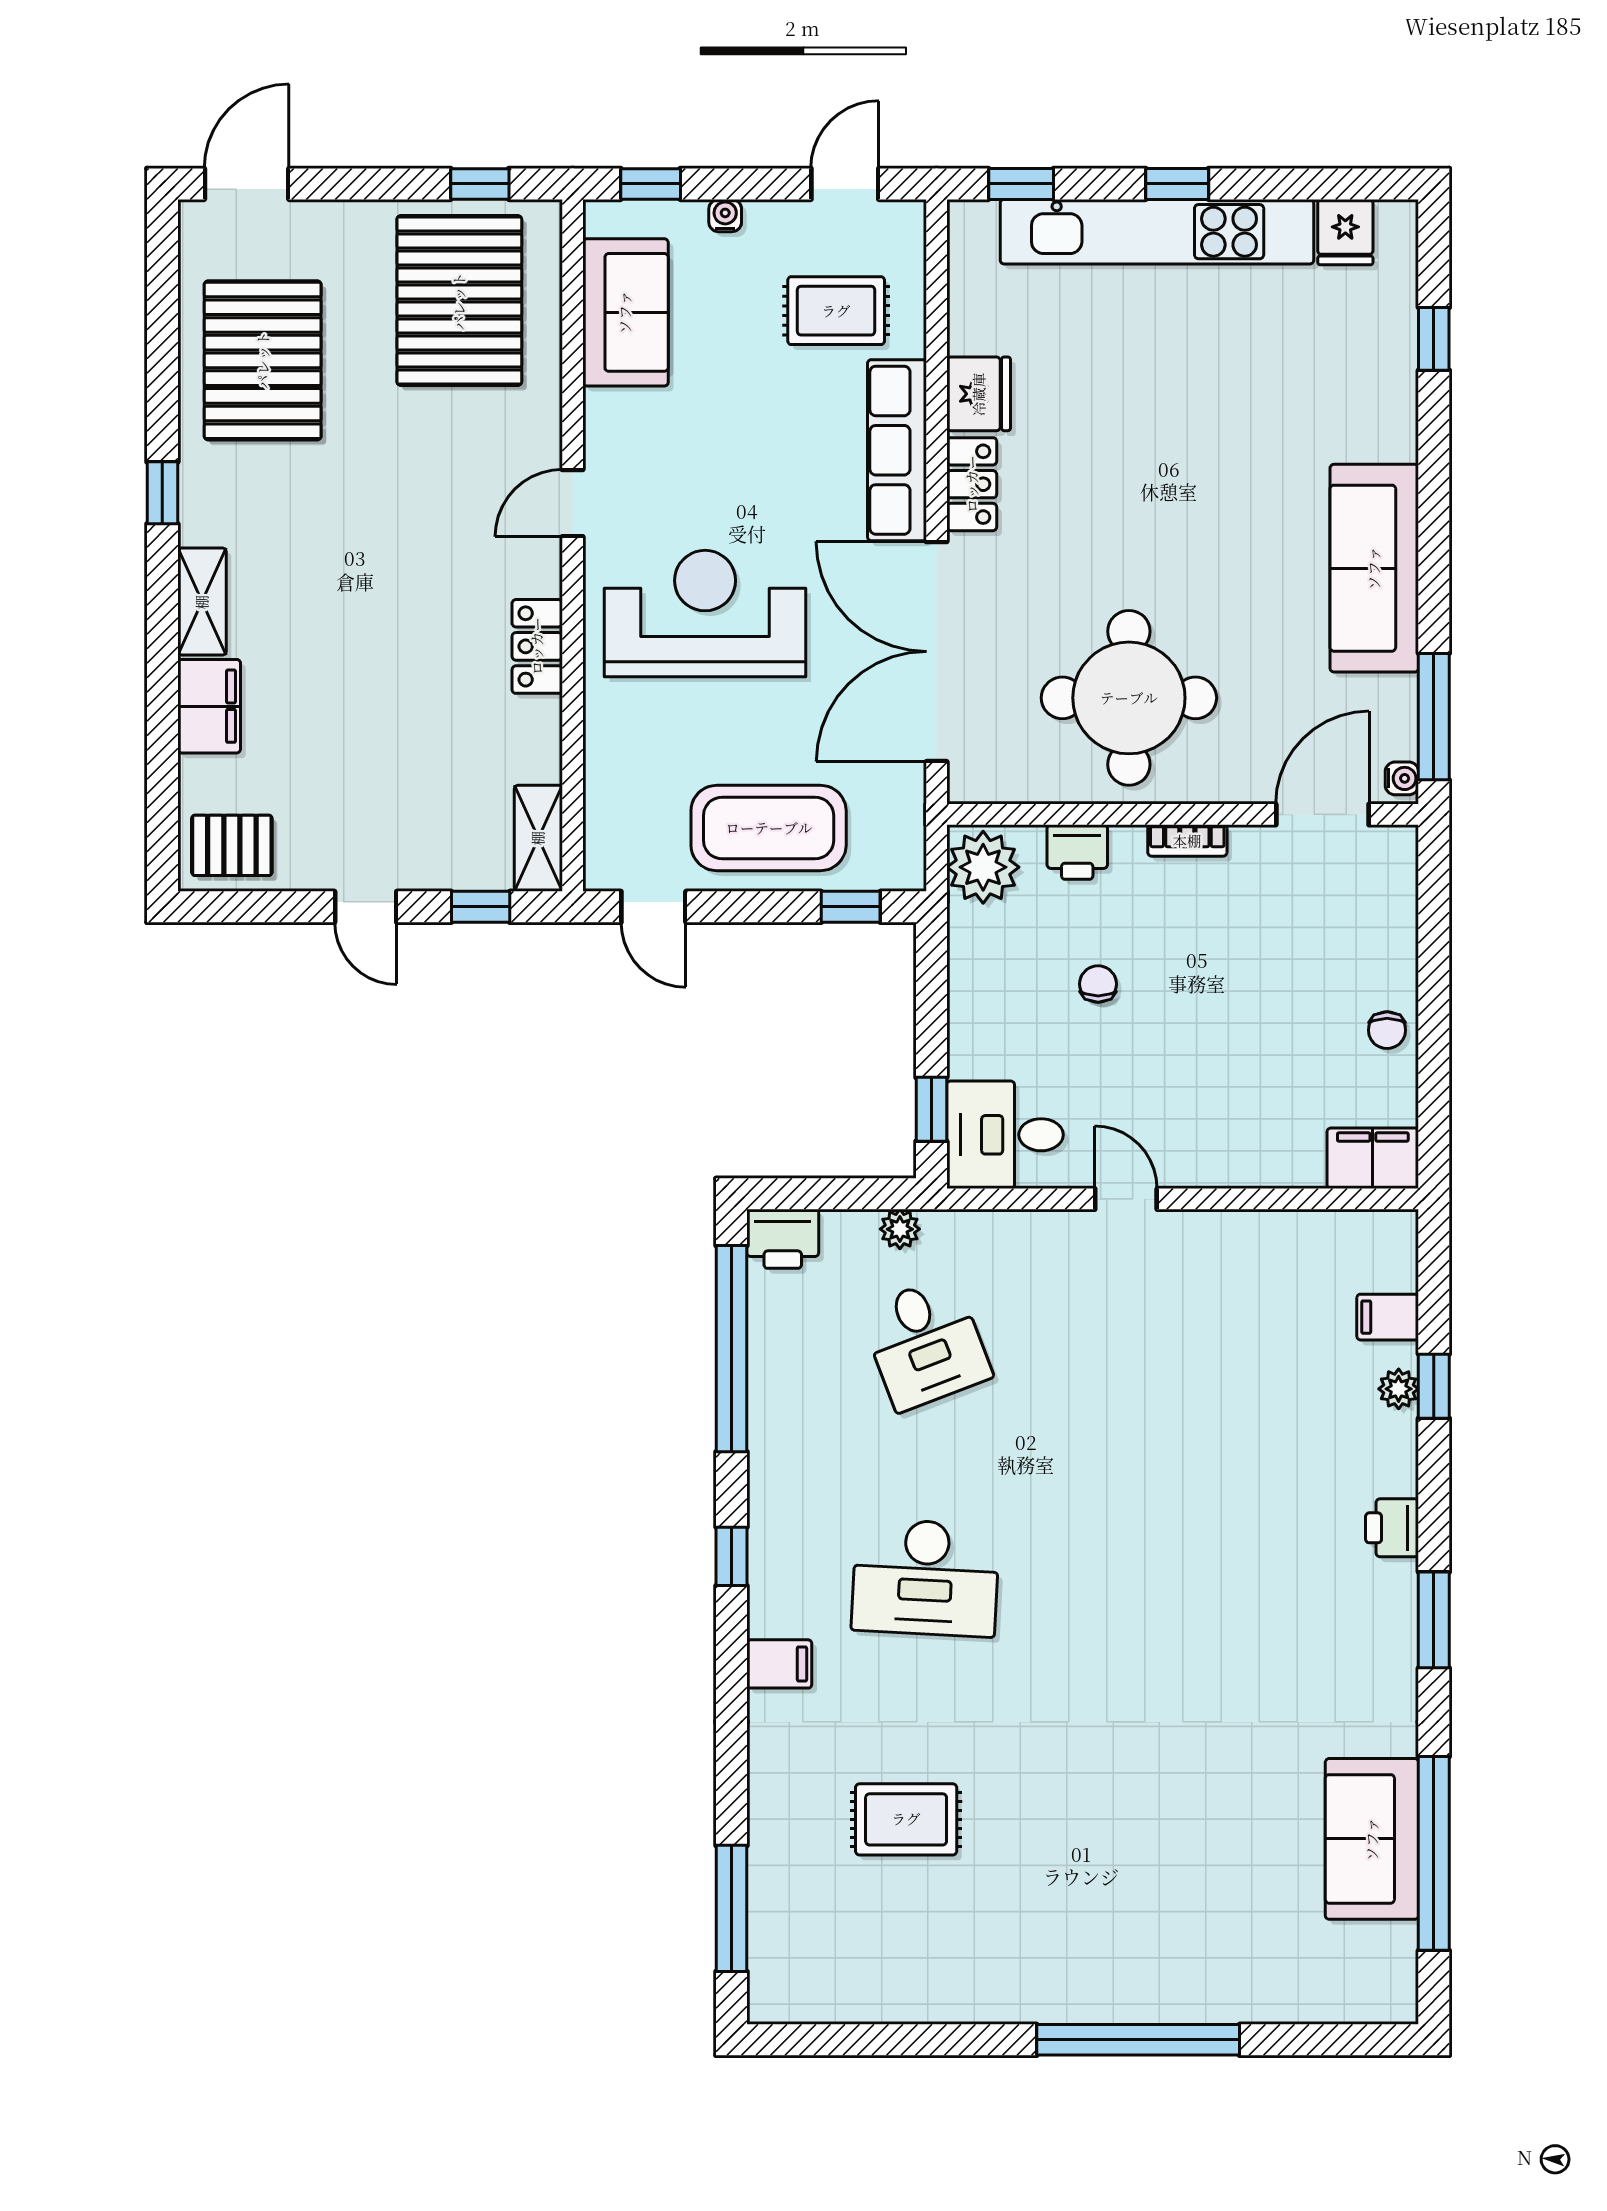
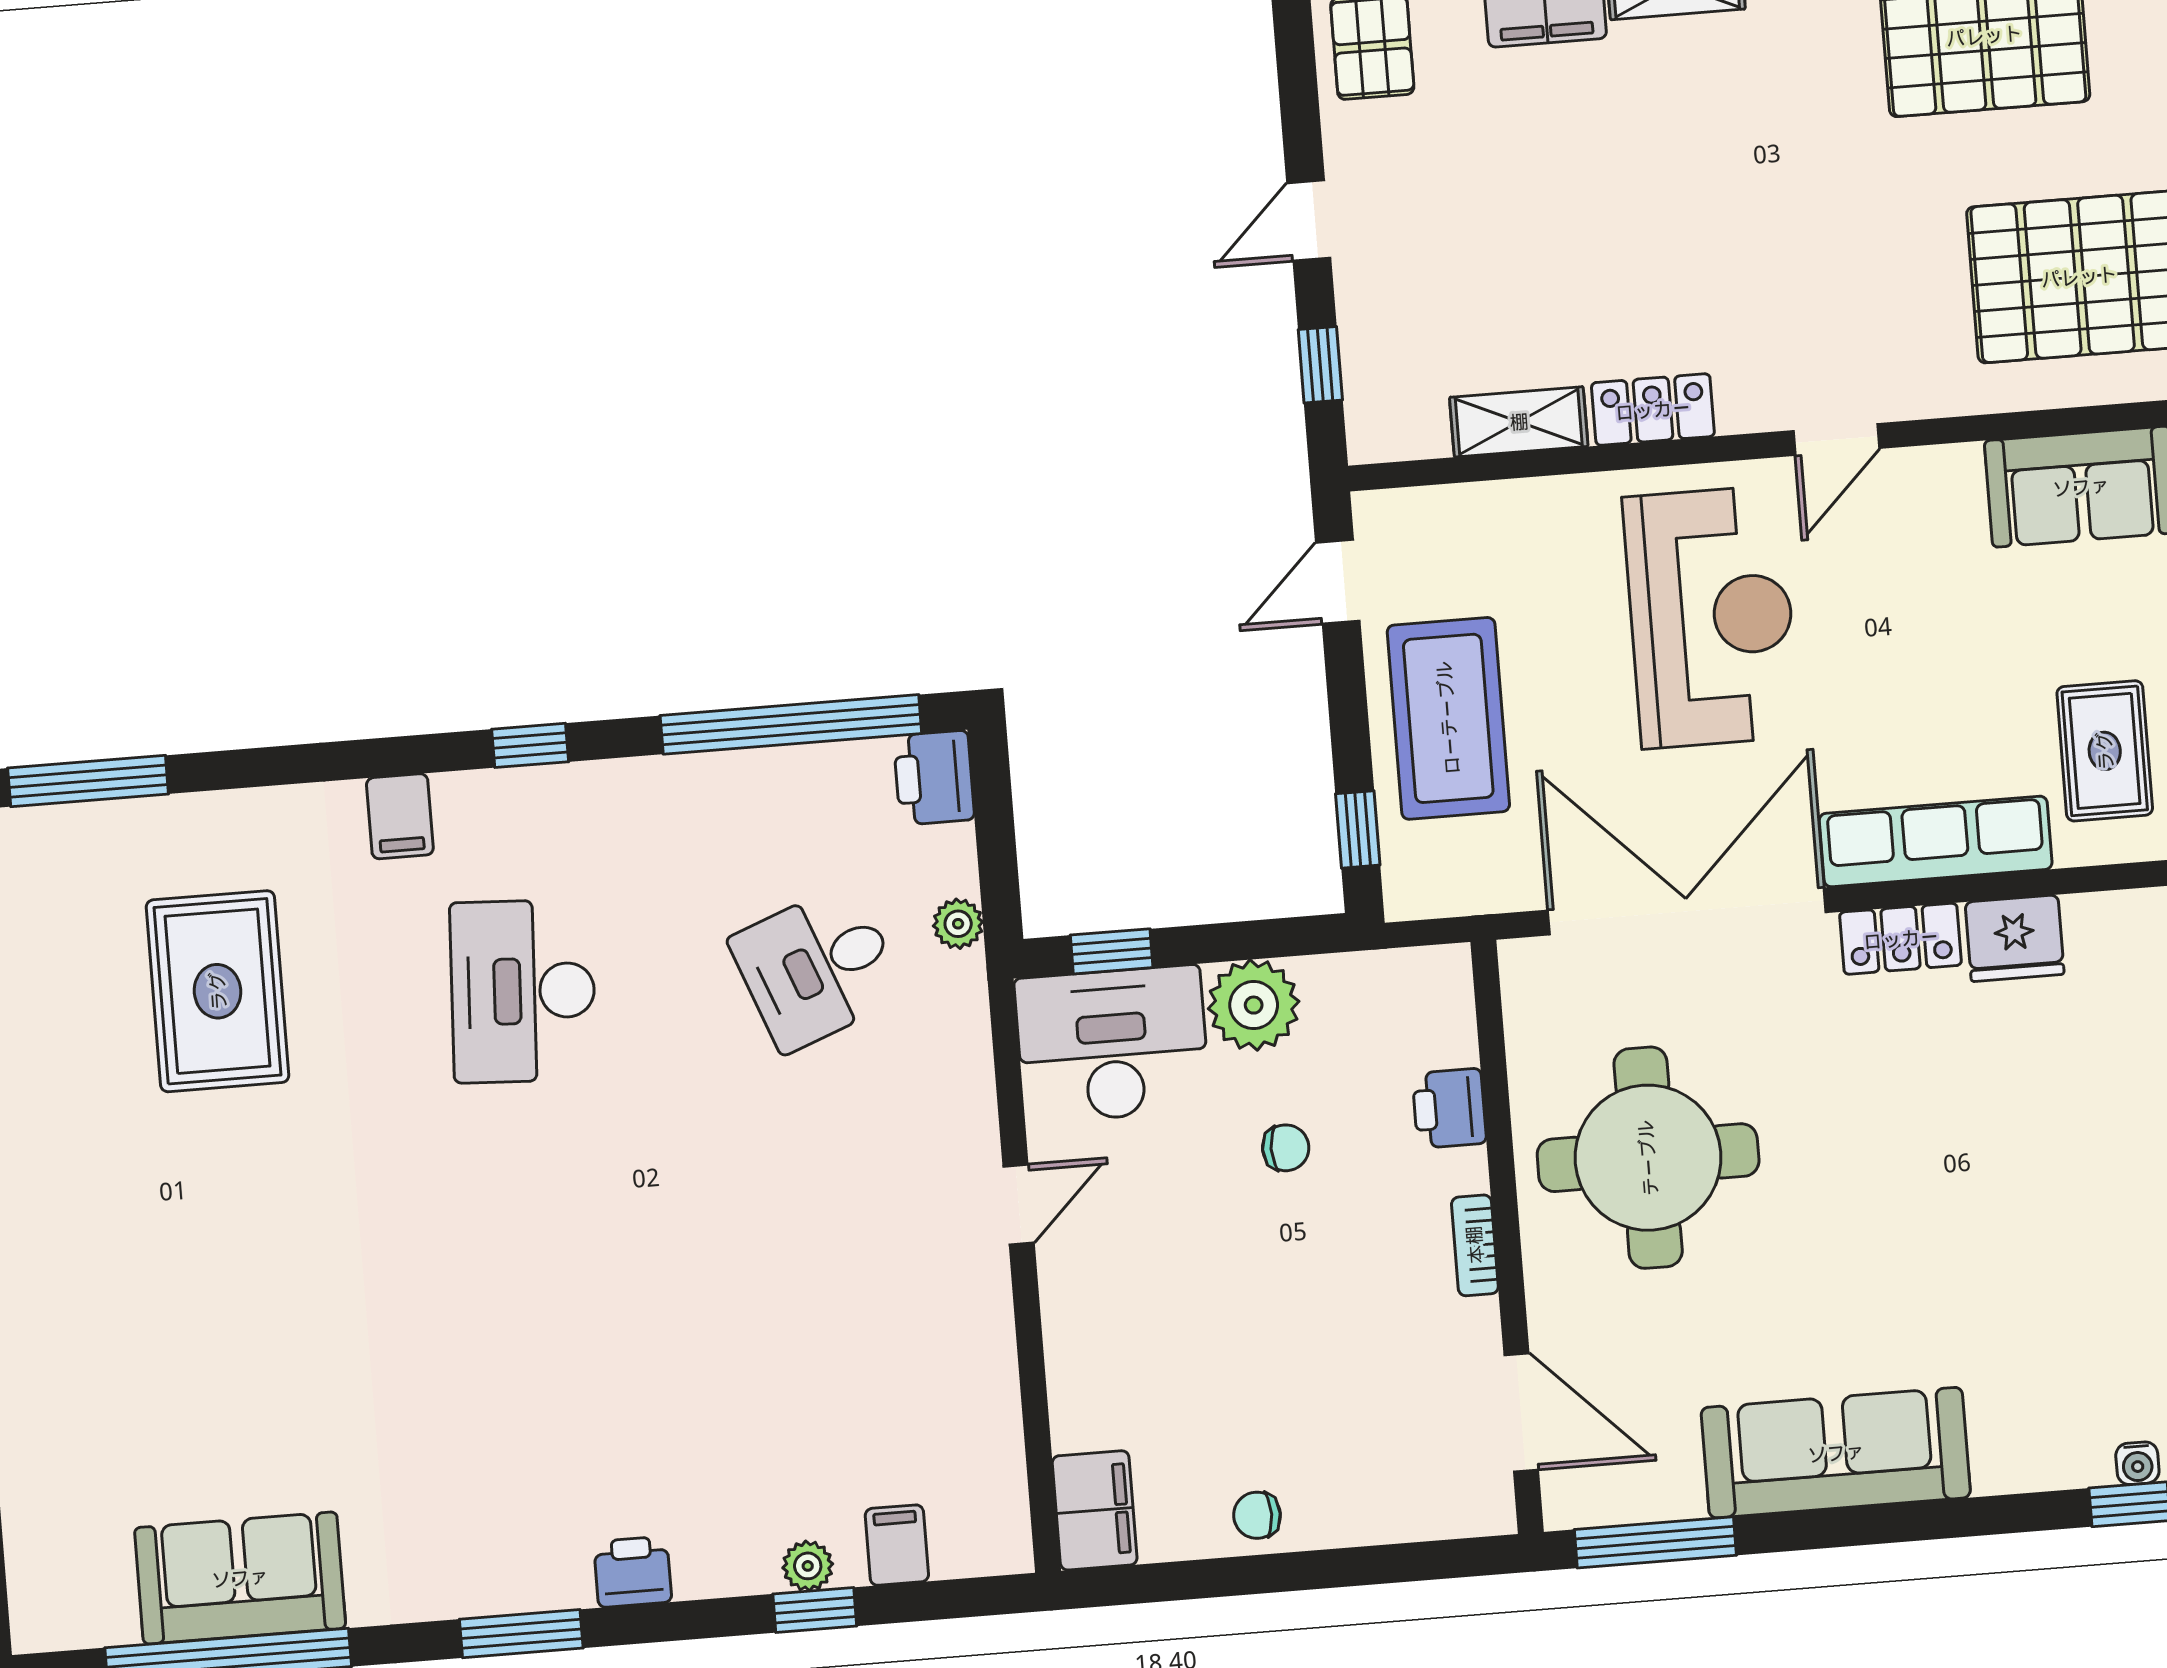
door: (573, 503) -> (1836, 440), swing flipped
water cooler: (1402, 778) -> (2137, 1463), moved
shelving: (538, 838) -> (1519, 422), moved
plant: (983, 867) -> (1254, 1005), moved
desk: (1005, 1135) -> (1112, 1044), width x1.37
rug: (906, 1819) -> (218, 991), width x1.36, depth x1.43

